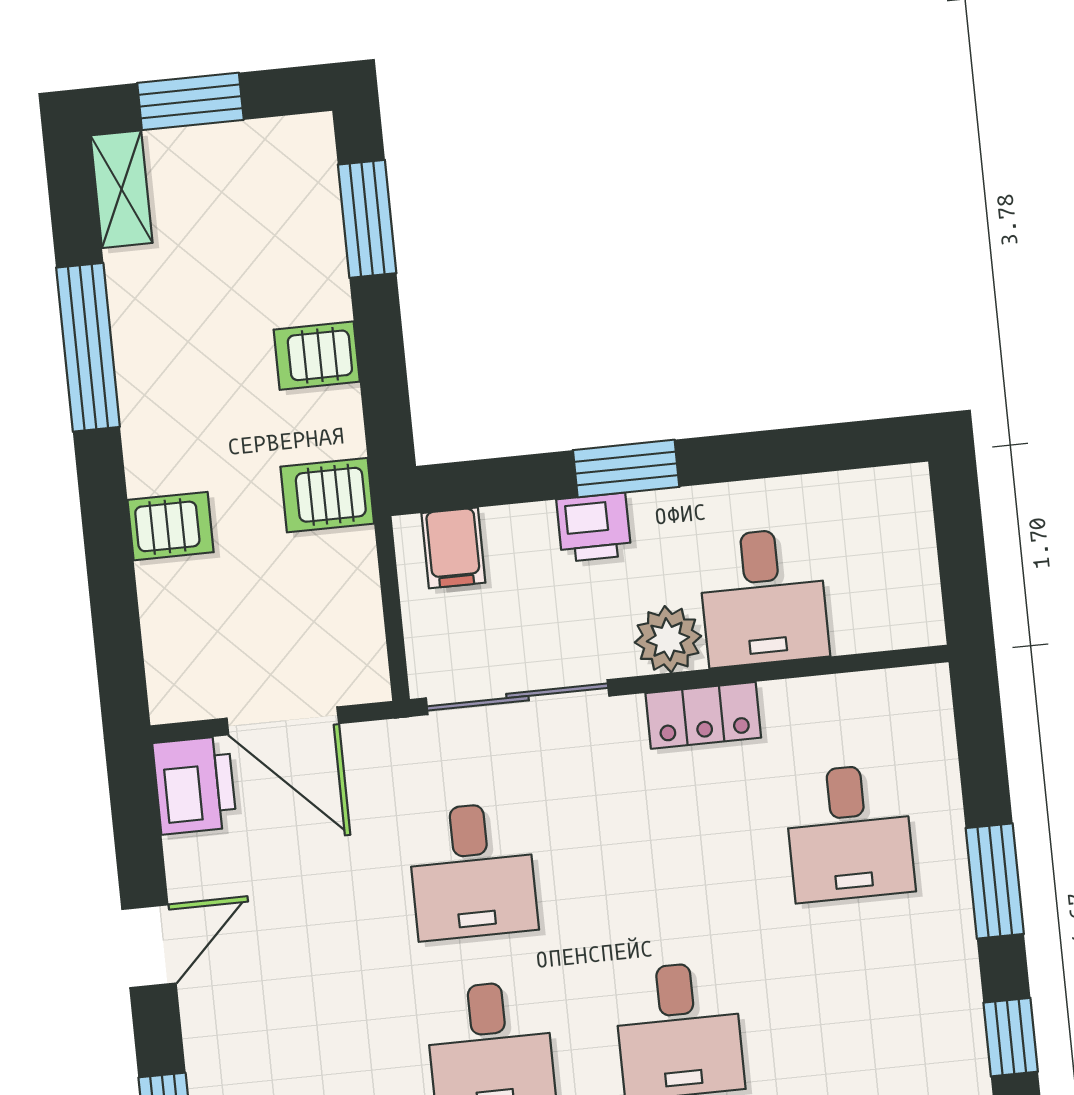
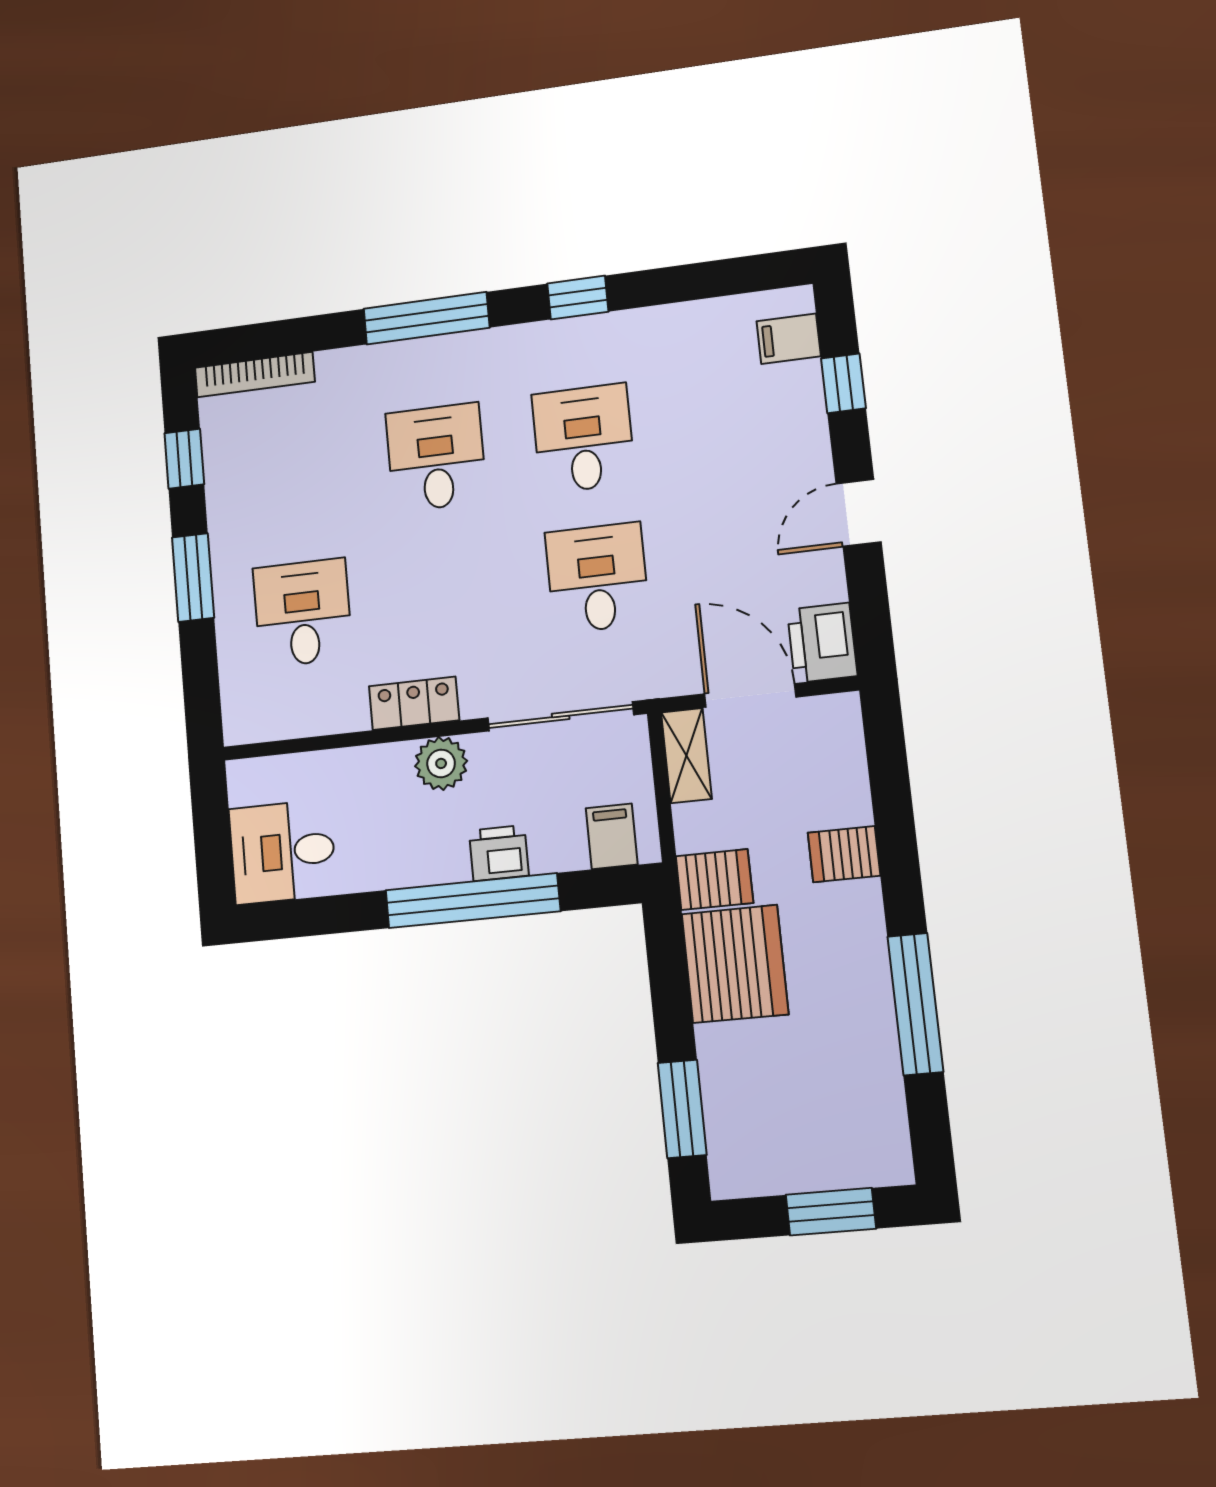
shelving: (121, 189) -> (686, 756), moved
server rack: (317, 356) -> (735, 964), width x2.18, depth x1.44
window: (626, 468) -> (473, 901), width x2.11
desk: (763, 597) -> (283, 852), moved, turned -90

